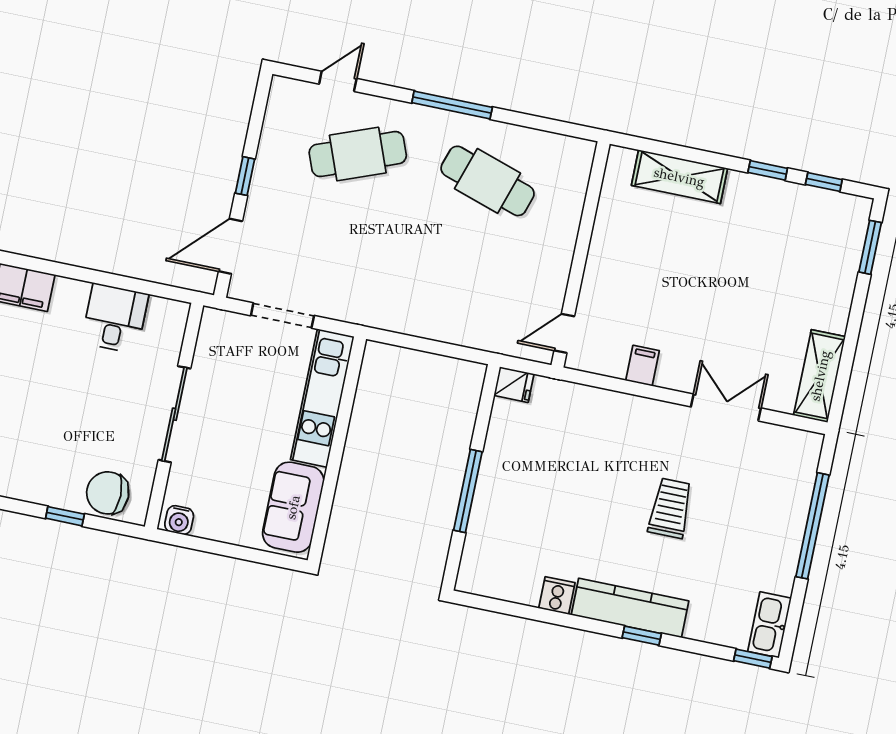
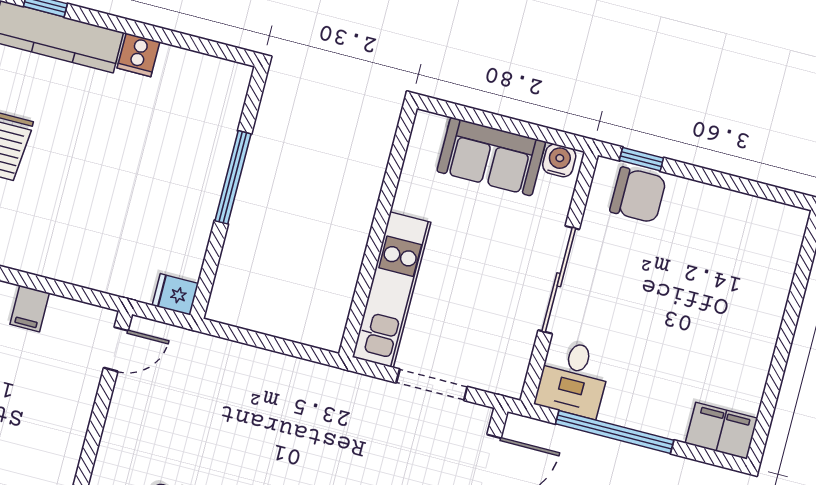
window: (118, 282) -> (615, 432), added
desk: (115, 318) -> (573, 379), moved
sofa: (293, 507) -> (491, 157), moved, turned 90
window: (65, 516) -> (641, 159), moved

